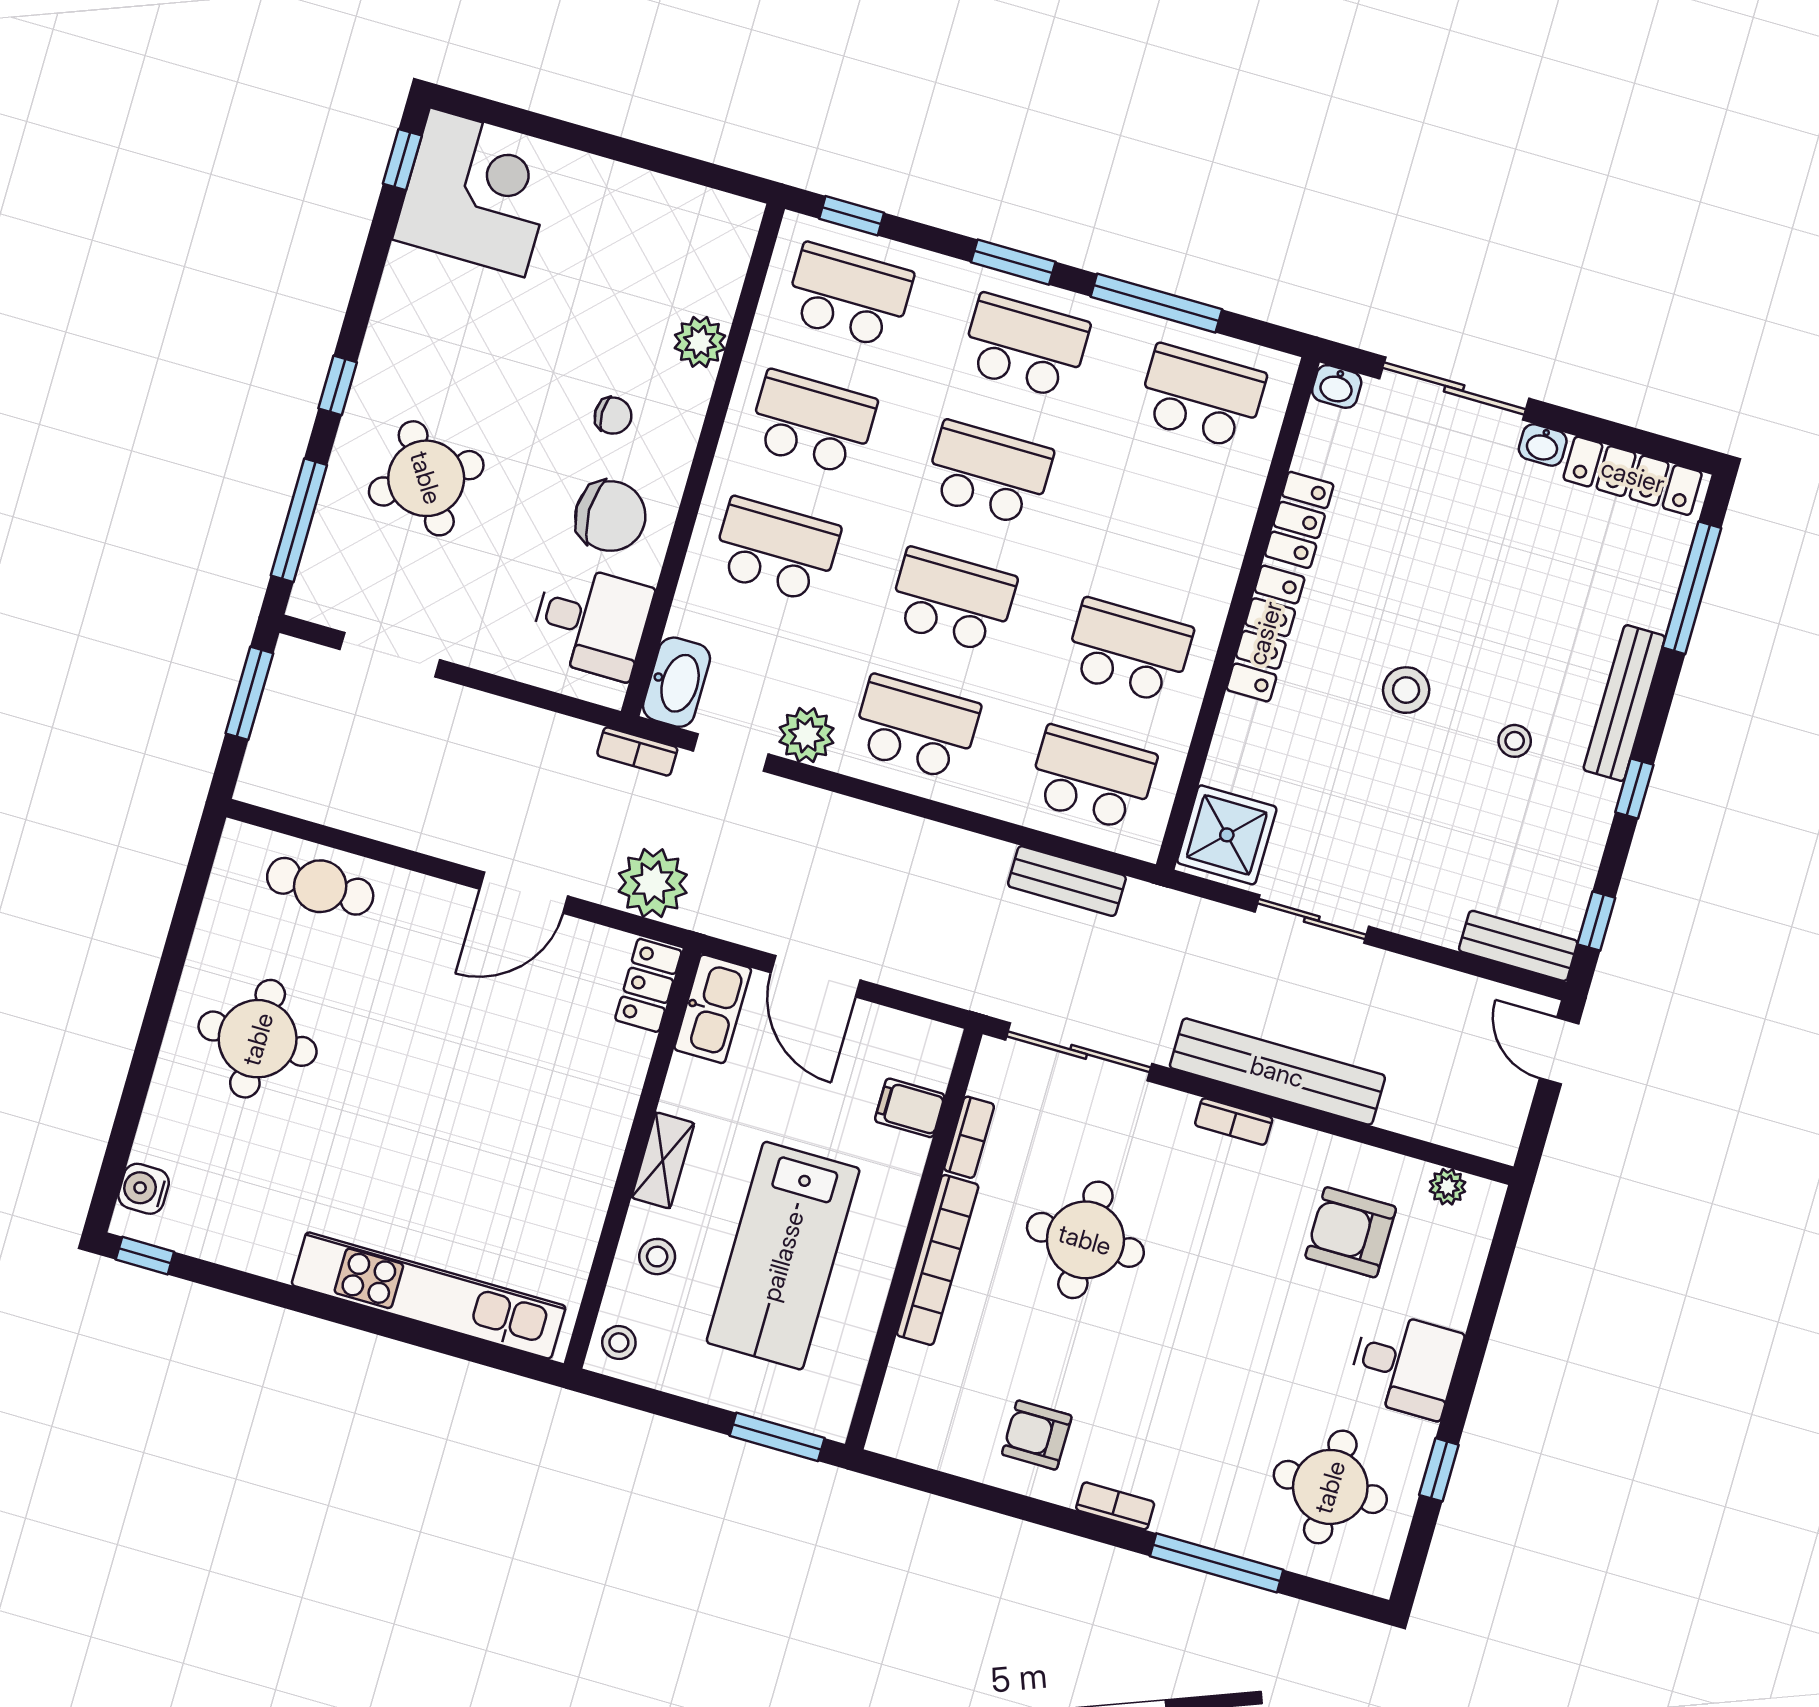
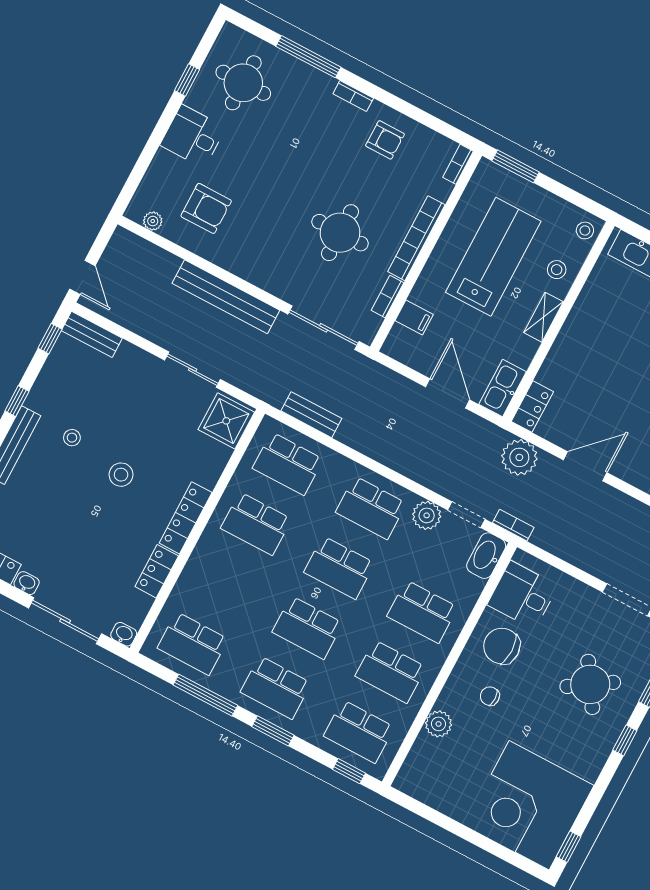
corner desk: (477, 192) -> (529, 805), width x1.36, depth x1.36
bookcase: (1234, 1122) -> (458, 164), moved, turned -90

